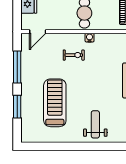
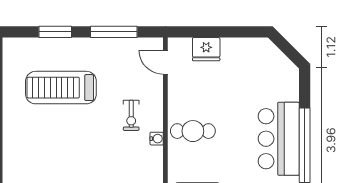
treadmill: (55, 103) -> (61, 88), turned 180
weight bench: (95, 124) -> (29, 147), removed

